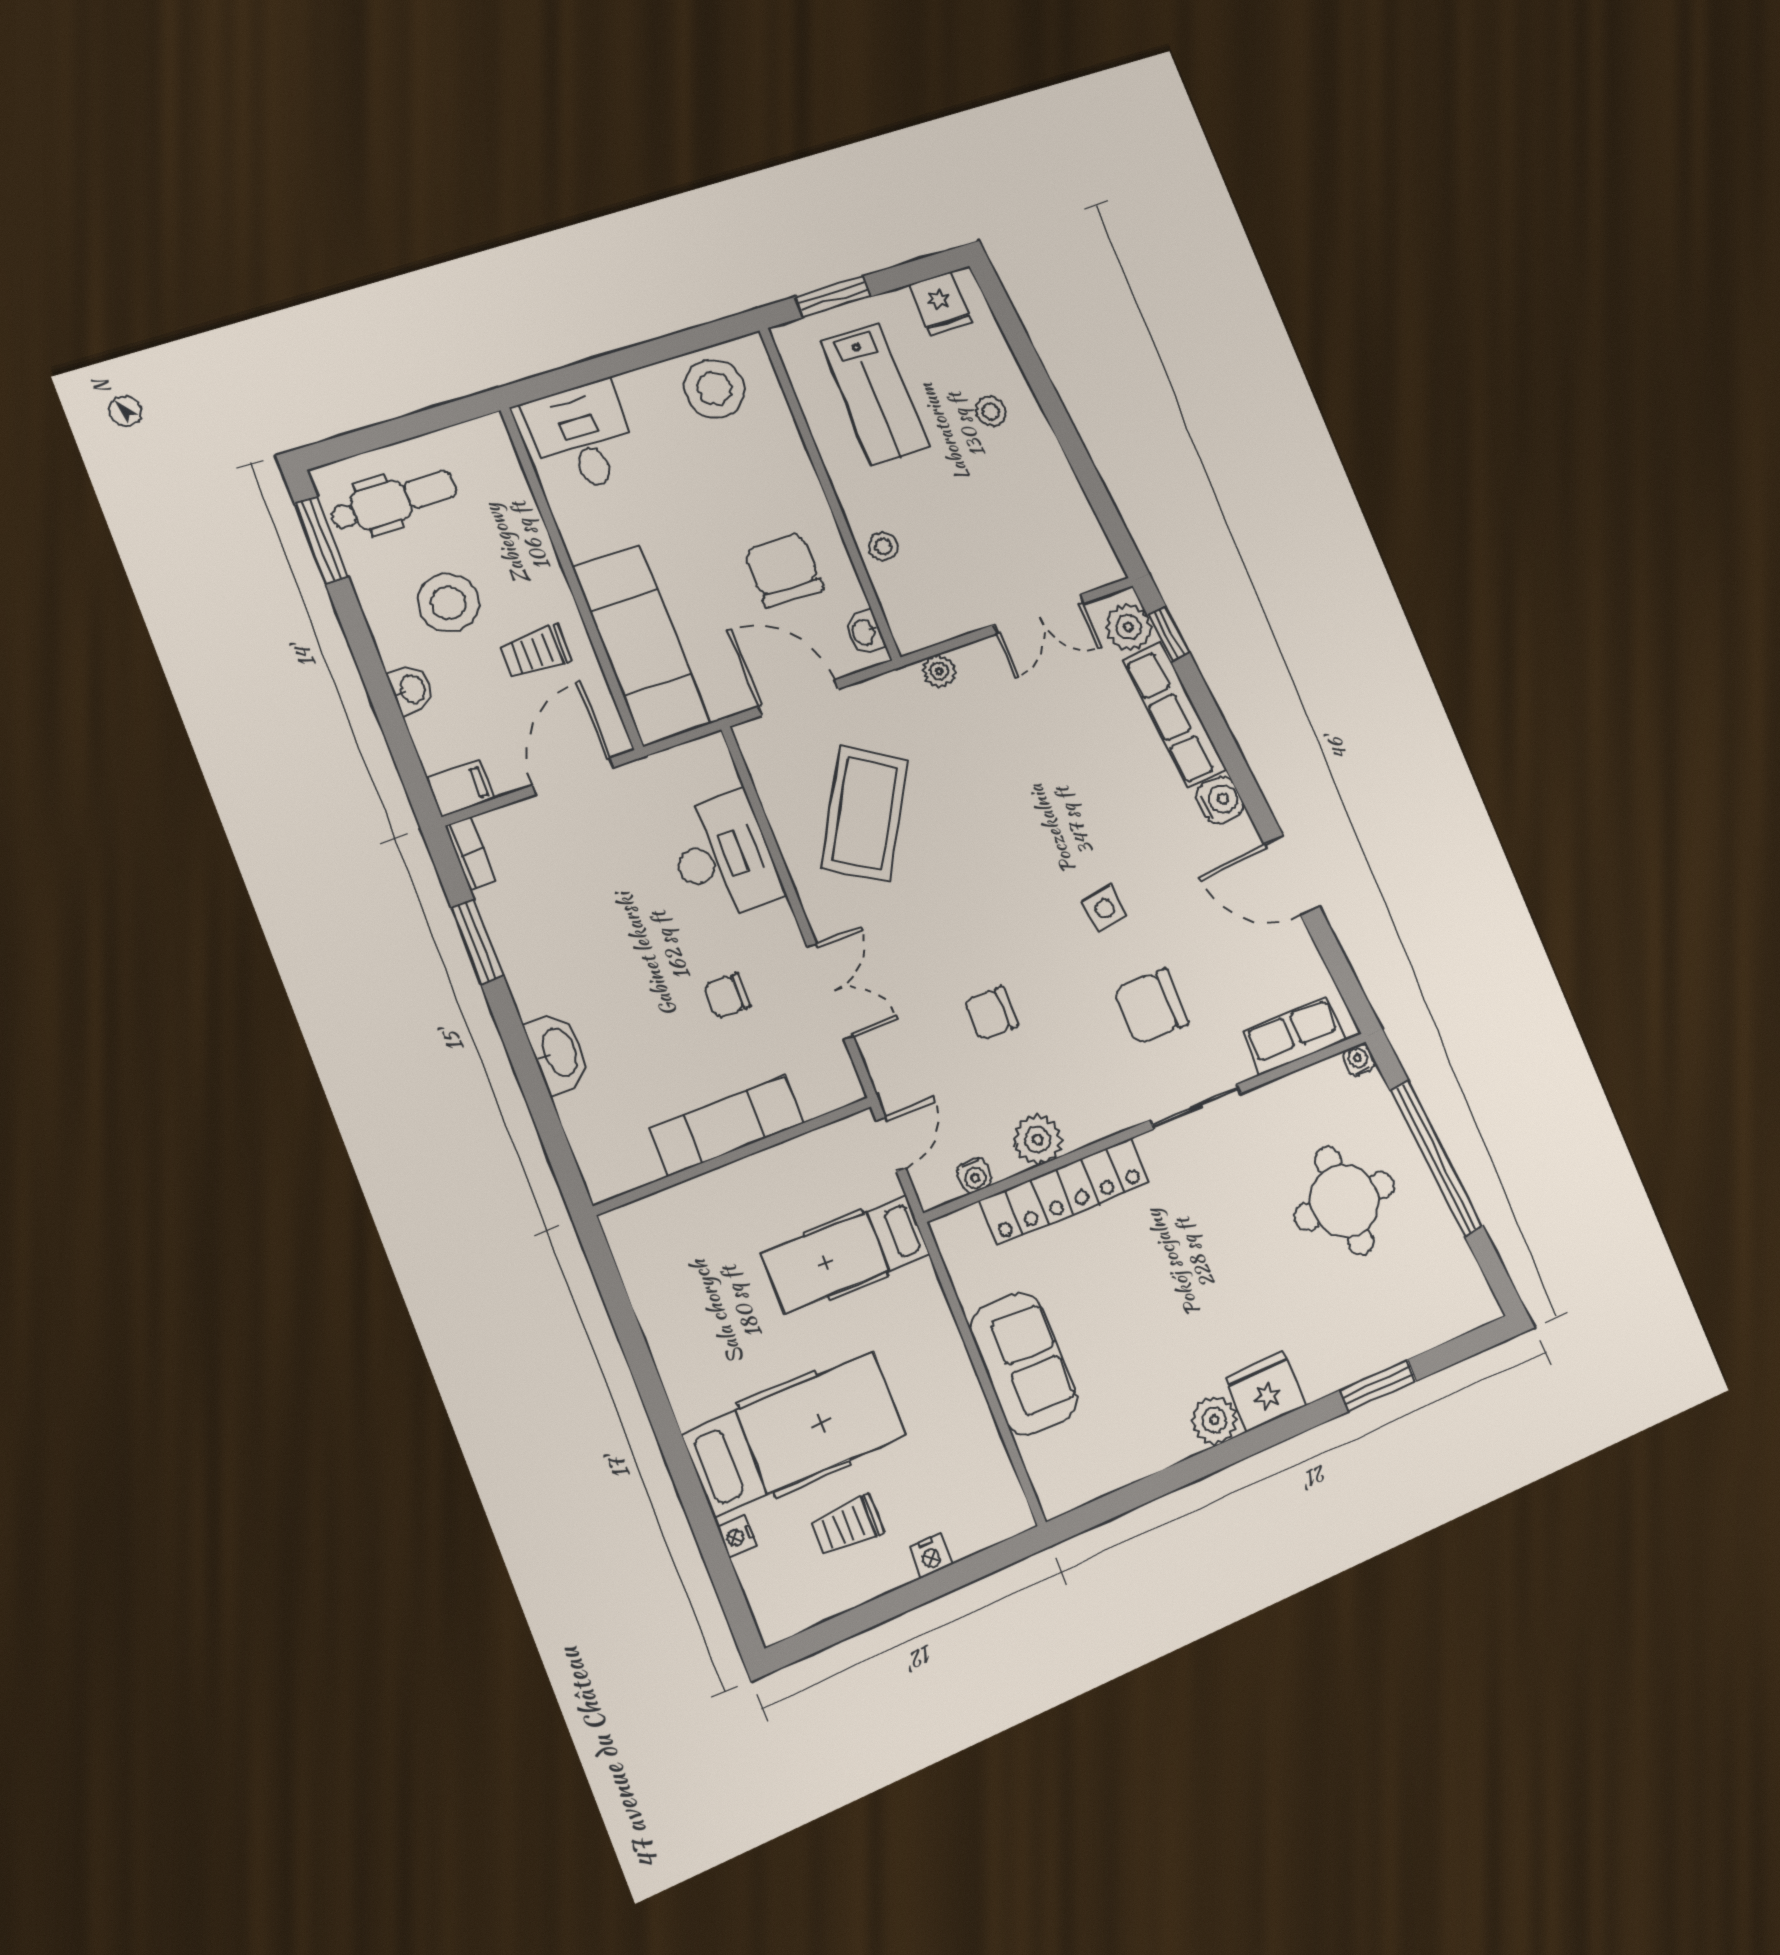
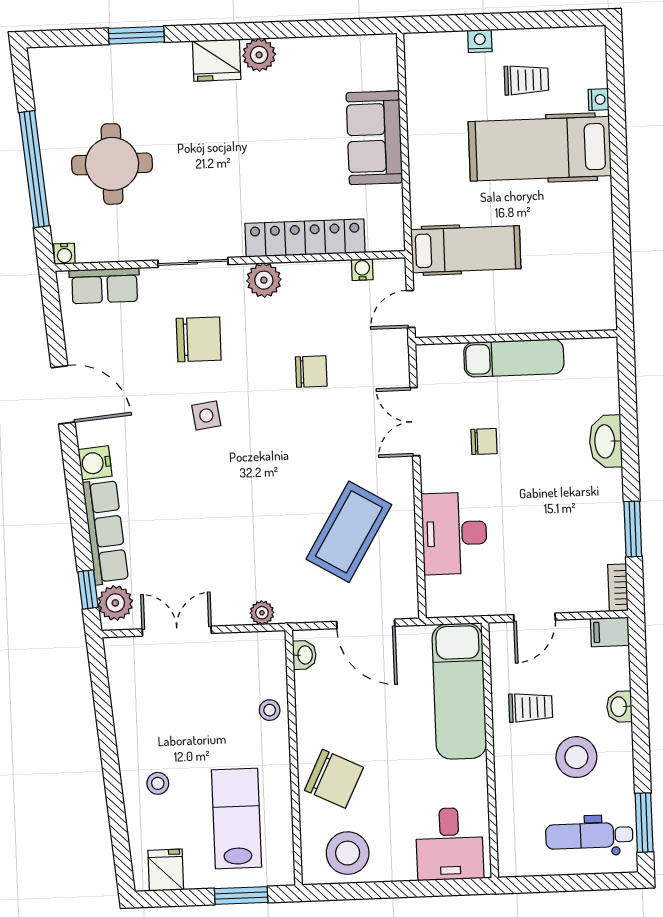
chair: (784, 570) -> (334, 779), moved, turned -64
door: (573, 776) -> (534, 617), width x0.73
plant: (1038, 1139) -> (264, 280), moved

